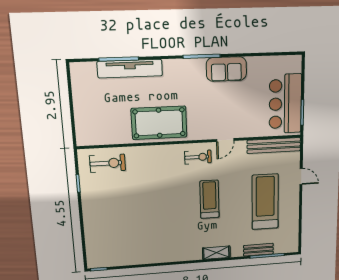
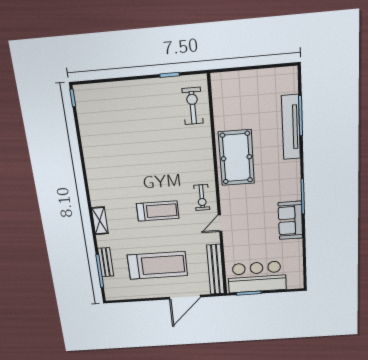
door: (225, 140) -> (220, 223), hinge flipped
exercise bike: (108, 163) -> (193, 106), turned 180
door: (301, 177) -> (185, 297), width x1.88

